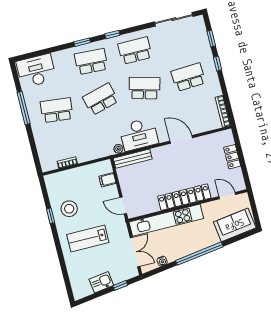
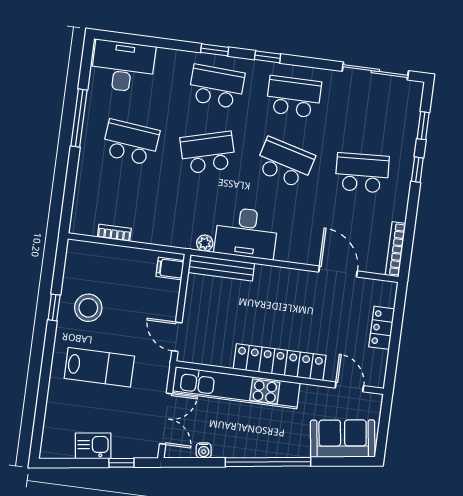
door: (181, 139) -> (338, 272), moved
filing cabinet: (107, 180) -> (170, 268), moved
lab bench: (88, 238) -> (99, 367), turned 180

